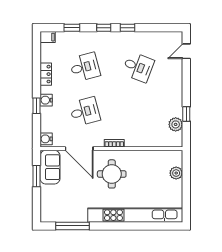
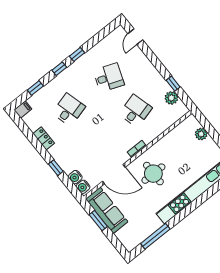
water cooler: (46, 100) -> (75, 177), moved
desk: (85, 112) -> (135, 111), moved
sofa: (50, 167) -> (107, 210), width x1.36

